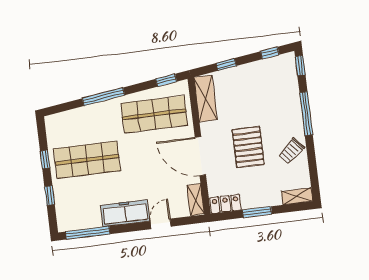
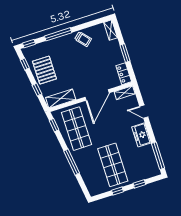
pallet: (248, 147) -> (44, 70), moved, turned 90
freezer: (125, 213) -> (141, 135), width x0.71

